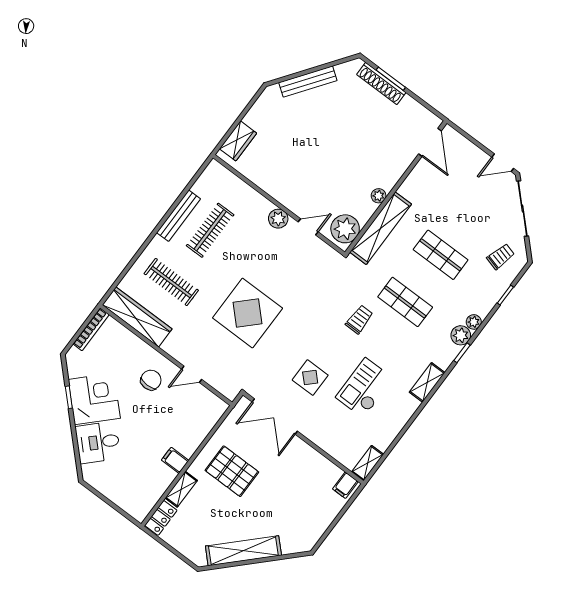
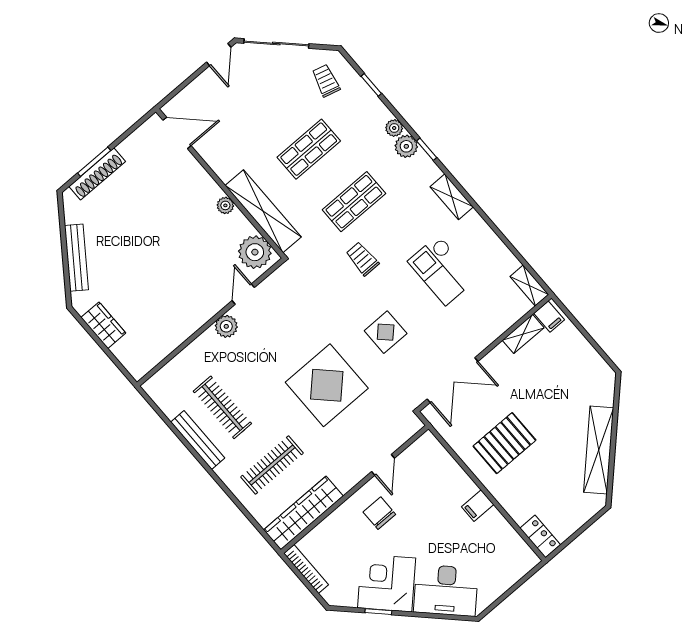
wardrobe: (238, 141) -> (103, 325), moved
display table: (310, 378) -> (386, 332), moved
desk: (98, 442) -> (446, 590), width x1.37
shelving: (181, 489) -> (523, 334), moved, turned 90

